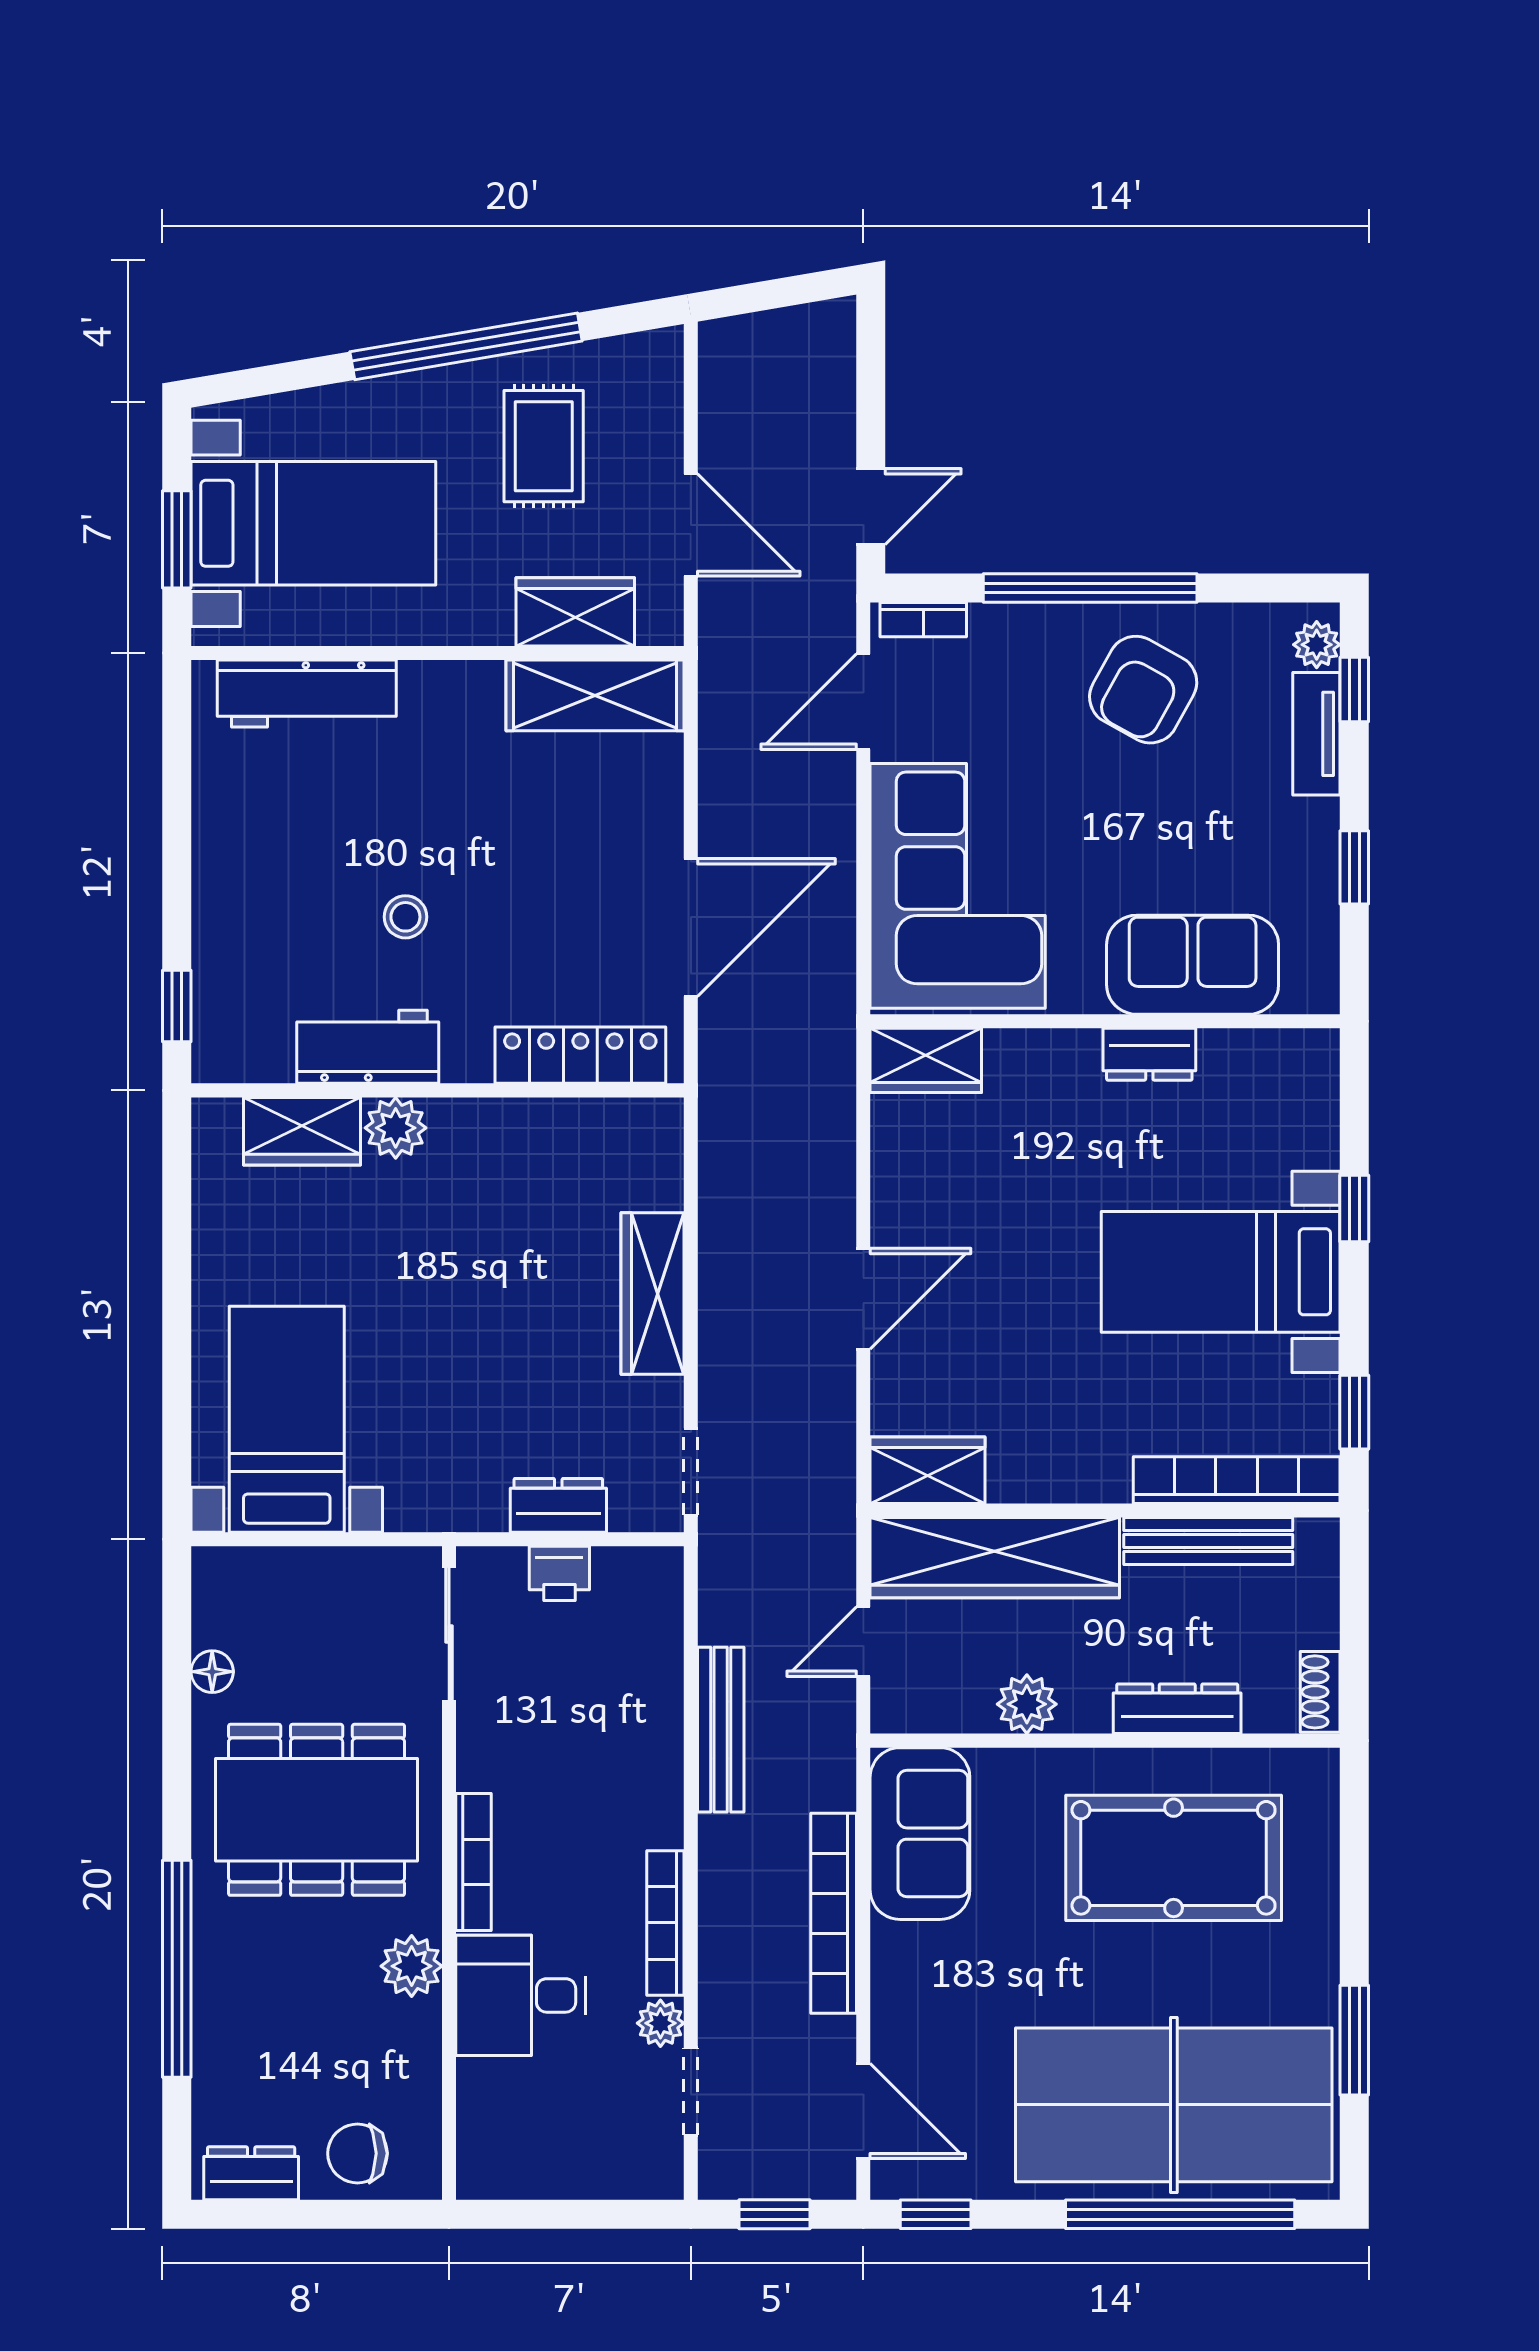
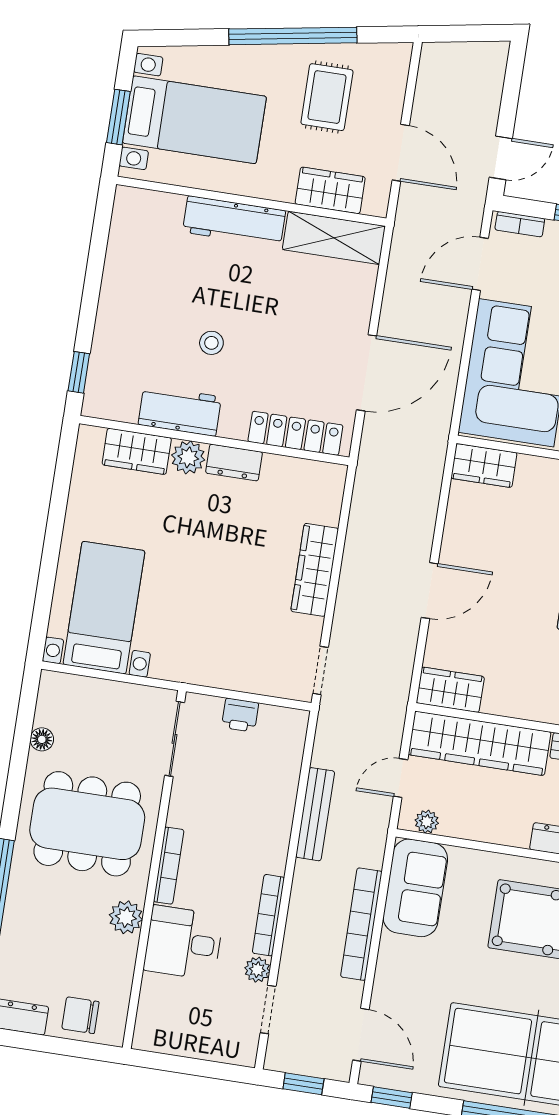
workbench: (307, 694) -> (234, 221), moved
dresser: (558, 1505) -> (234, 463), moved, turned 180
plant: (1027, 1704) -> (427, 822), moved, width x0.73, depth x0.73

